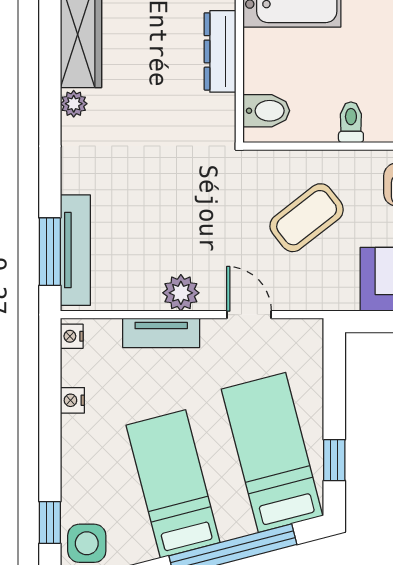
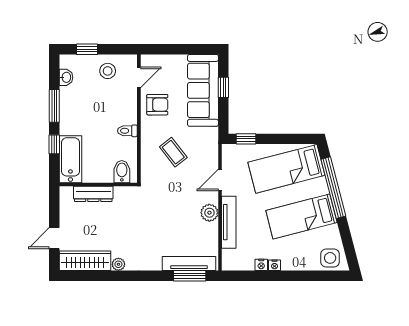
coffee table: (307, 218) -> (173, 152), width x0.73, depth x0.77
tv unit: (161, 333) -> (229, 222), width x1.41
nightstand: (72, 336) -> (274, 265), moved
window: (334, 460) -> (246, 139), moved
window: (50, 522) -> (320, 276), removed

